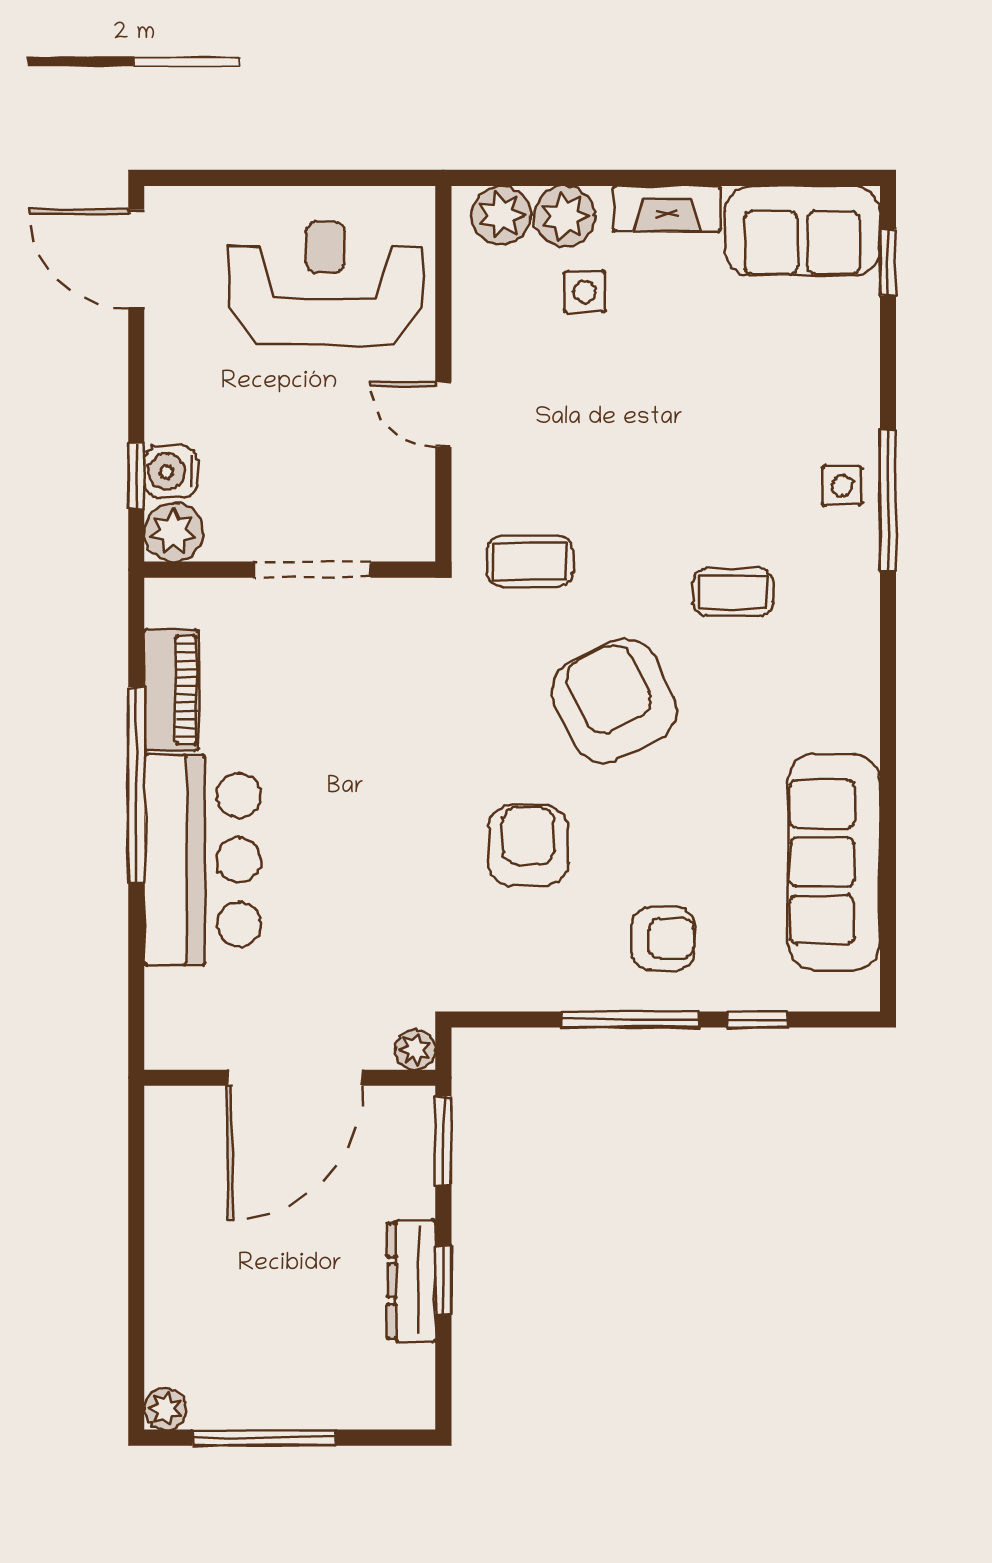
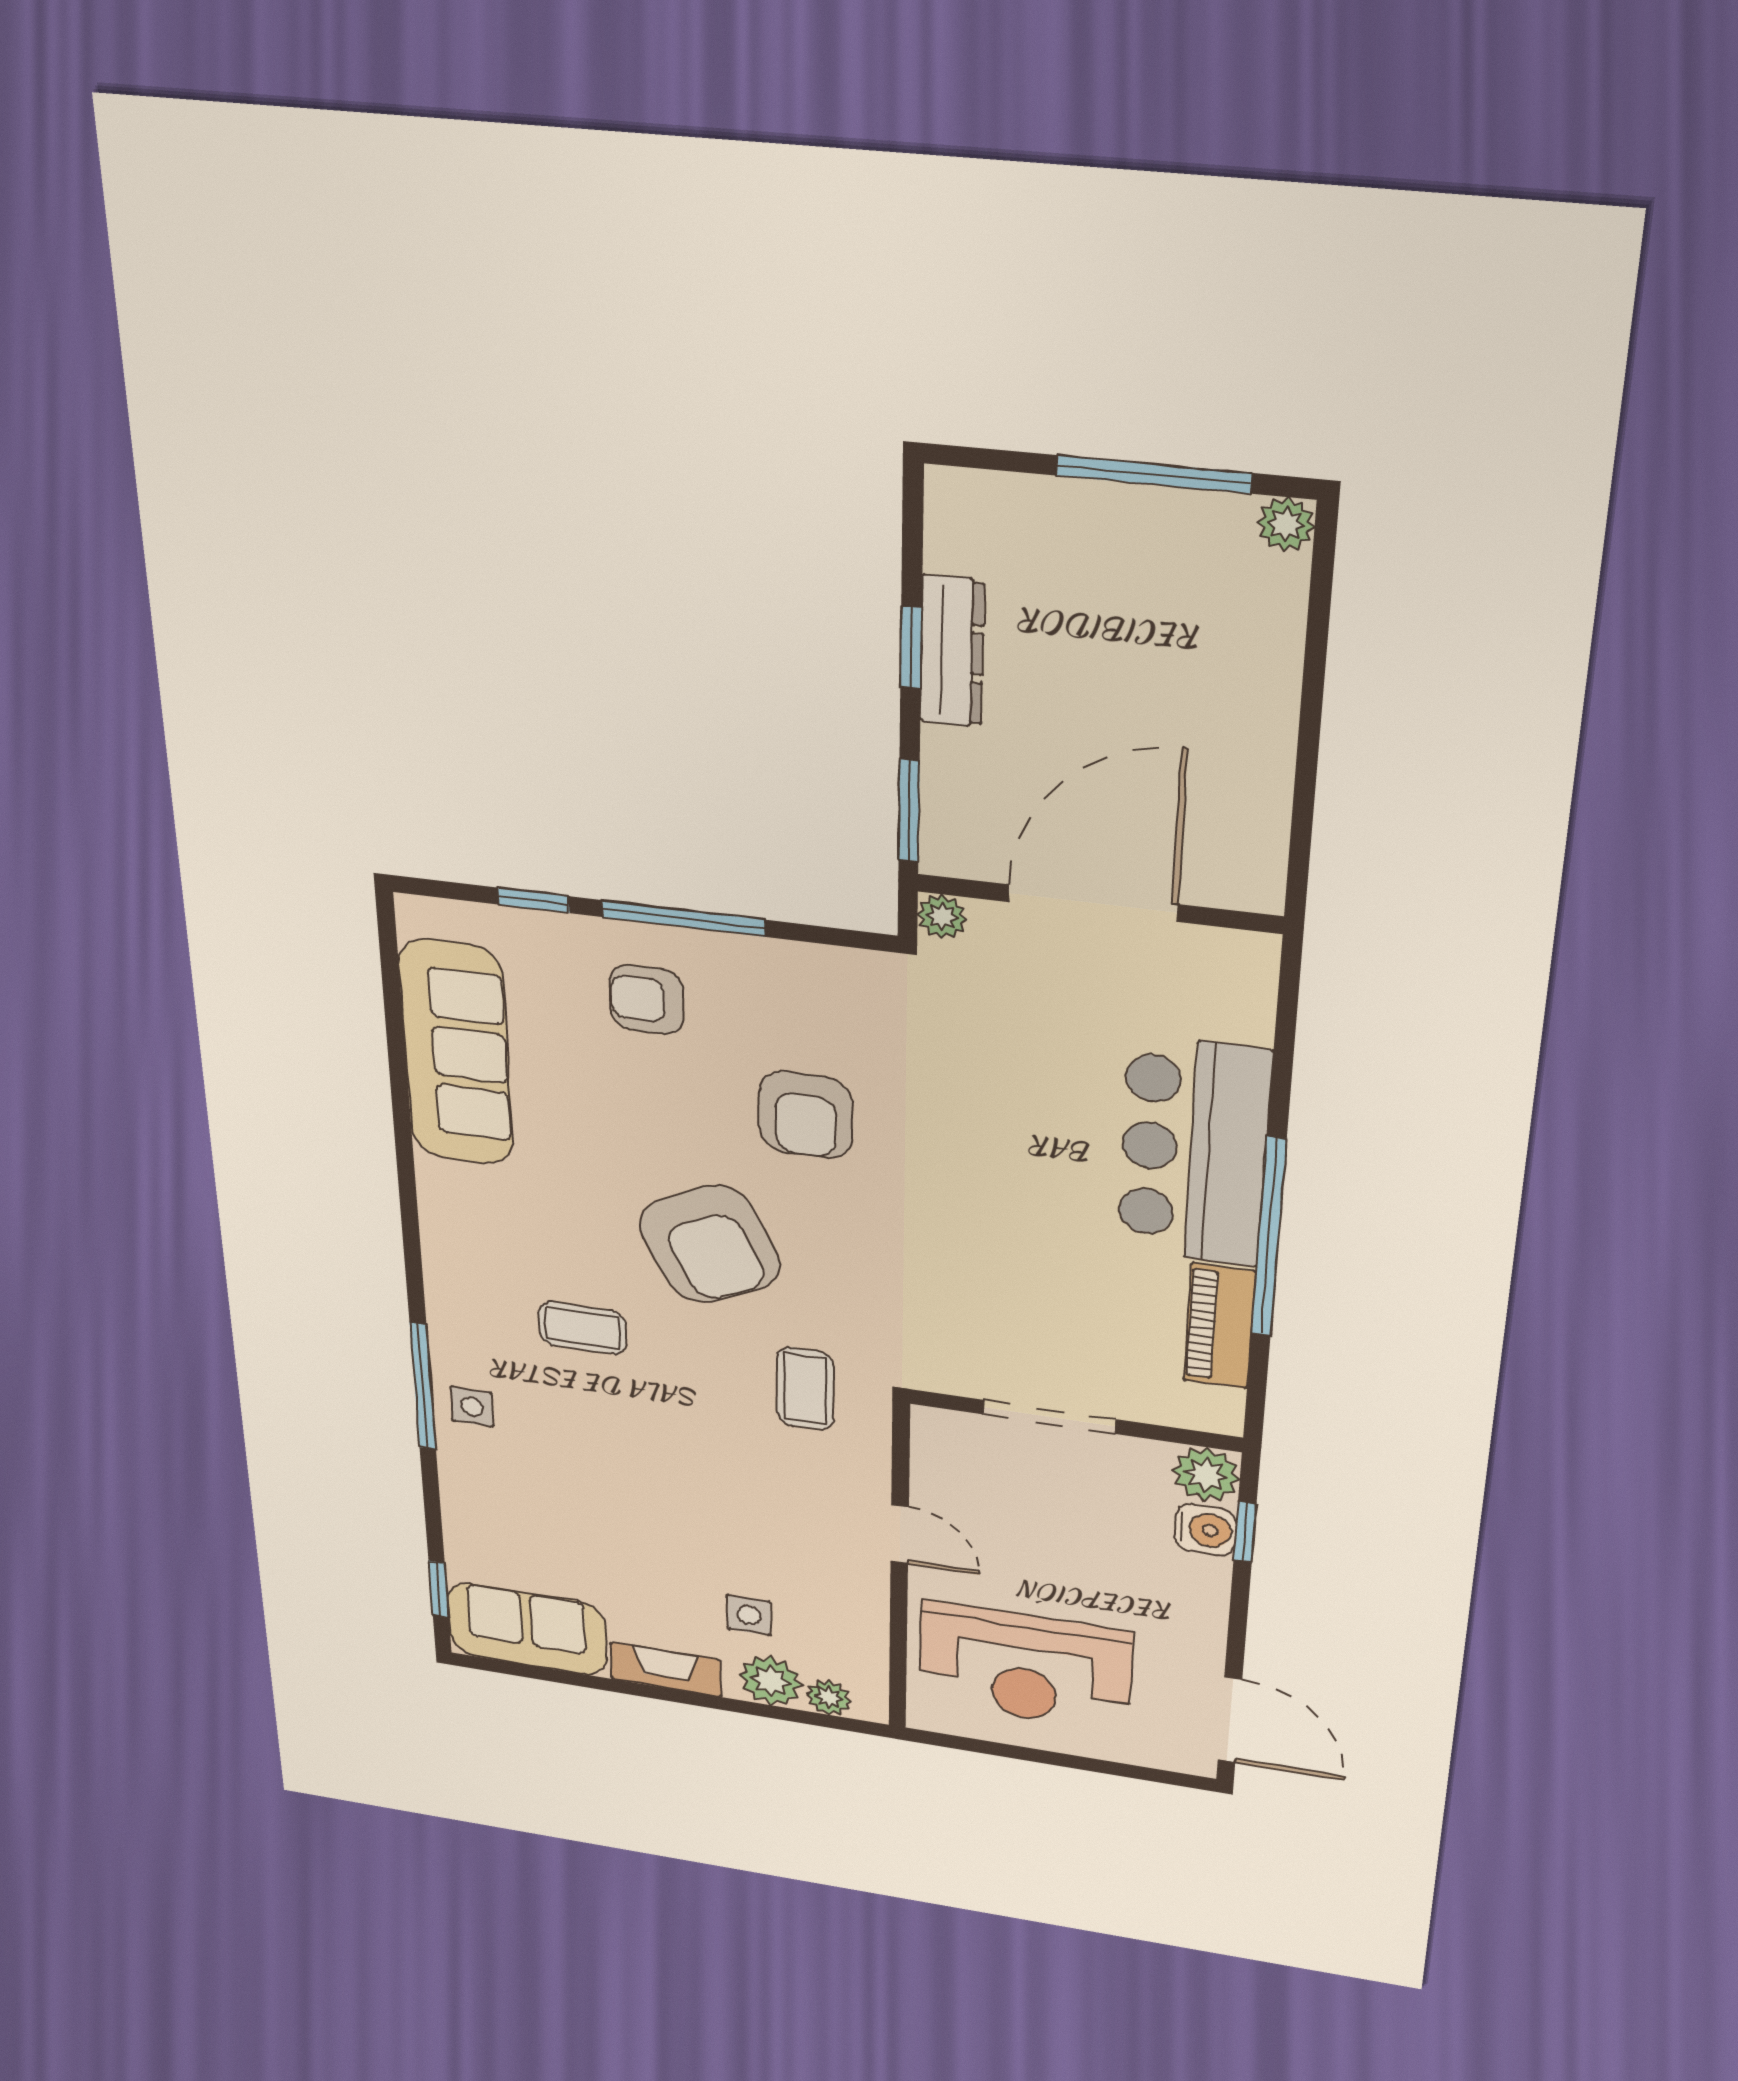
plant: (501, 215) -> (829, 1698), width x0.73, depth x0.73
coffee table: (530, 561) -> (805, 1389), turned 90

